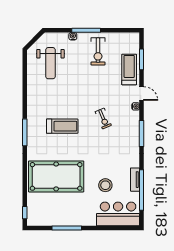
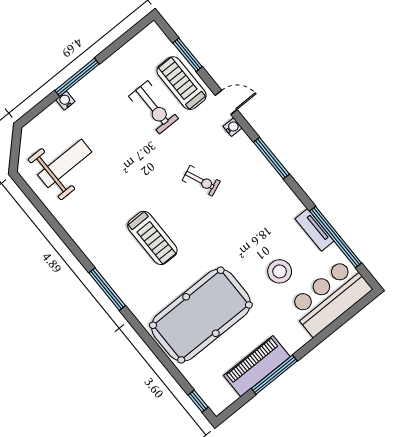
exercise bike: (98, 51) -> (154, 107), moved
weight bench: (50, 63) -> (65, 163), turned -90
treadmill: (62, 126) -> (152, 238), turned 90
piano: (62, 218) -> (257, 366), added

